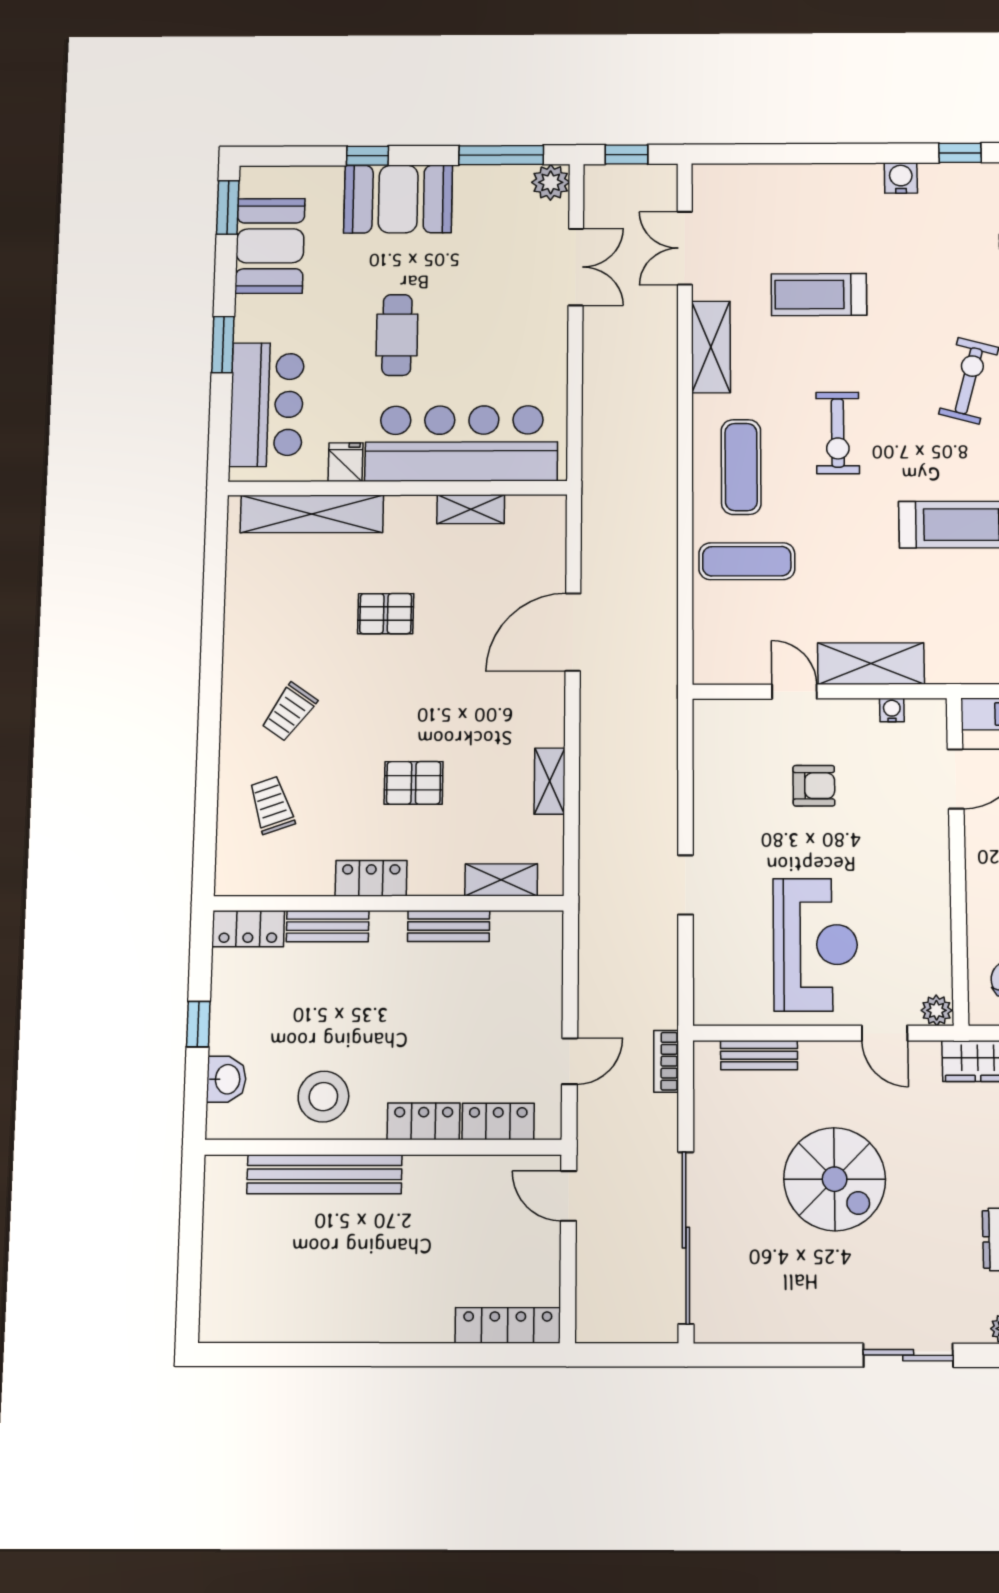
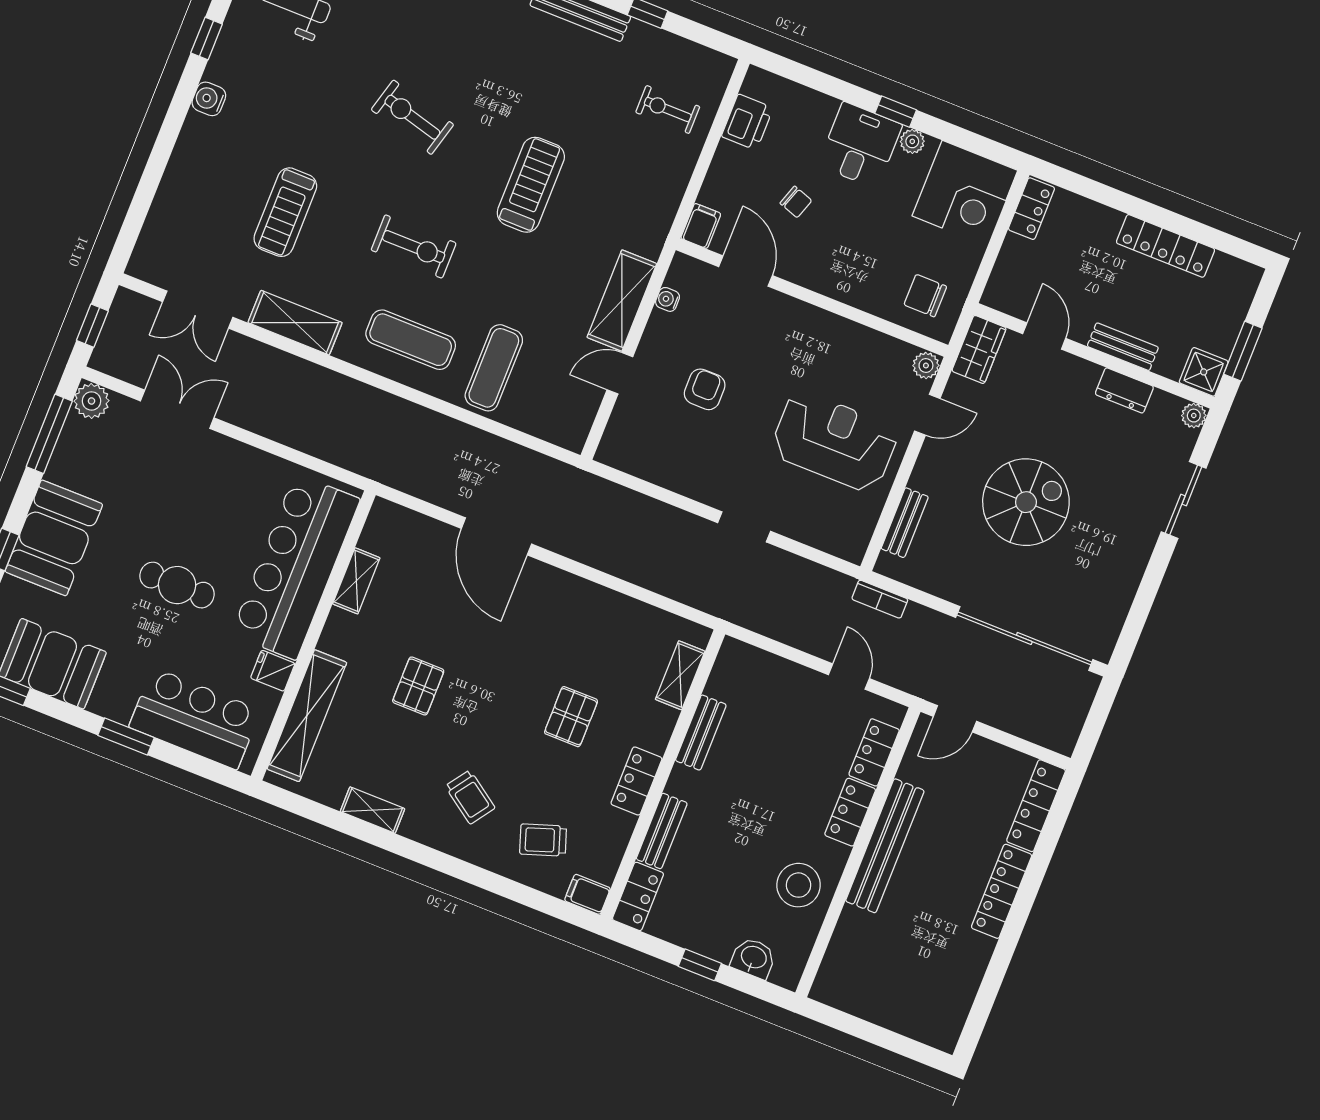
shelving: (550, 781) -> (372, 810), moved
filing cabinet: (231, 874) -> (587, 894), added
bench: (324, 1174) -> (885, 846), moved
locker: (399, 1325) -> (1002, 891), added

